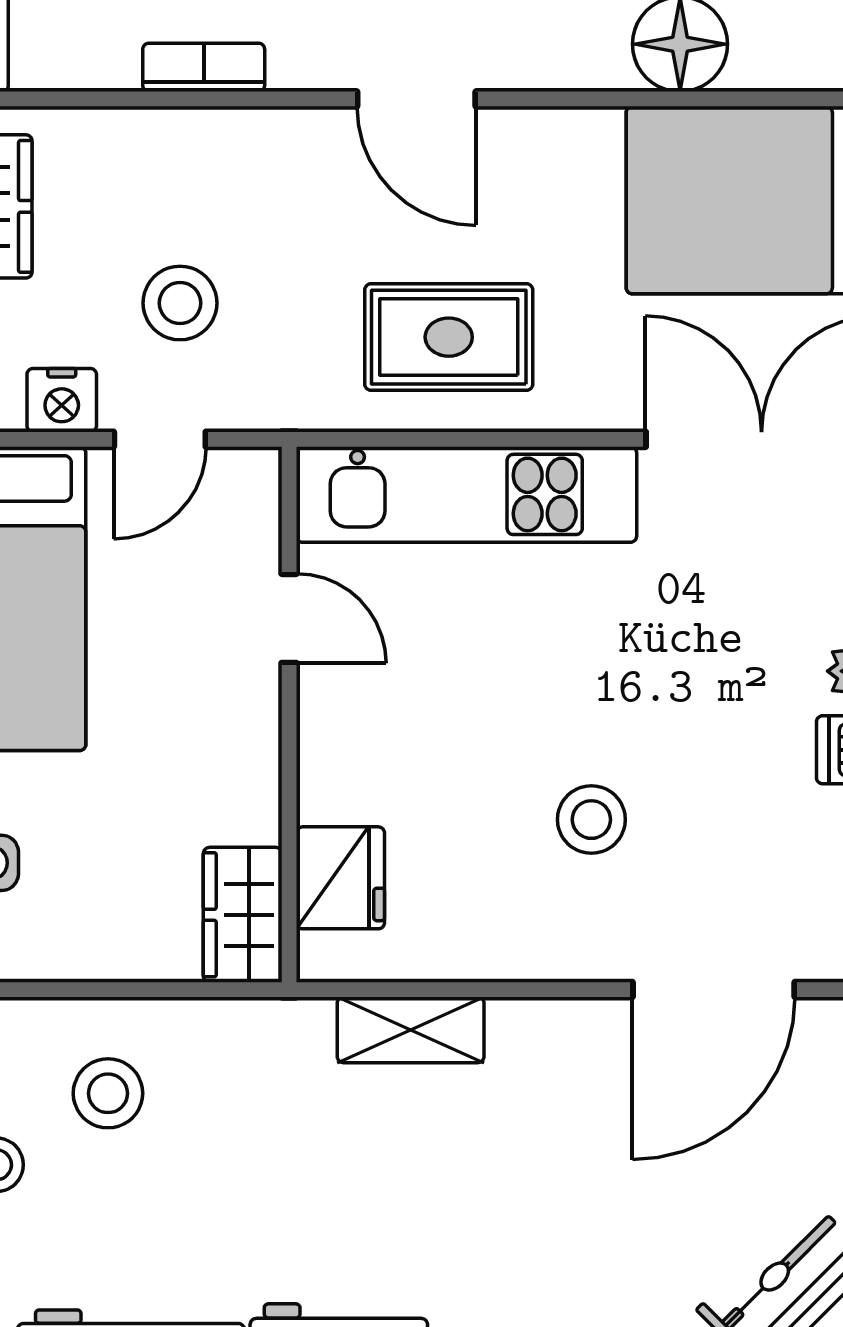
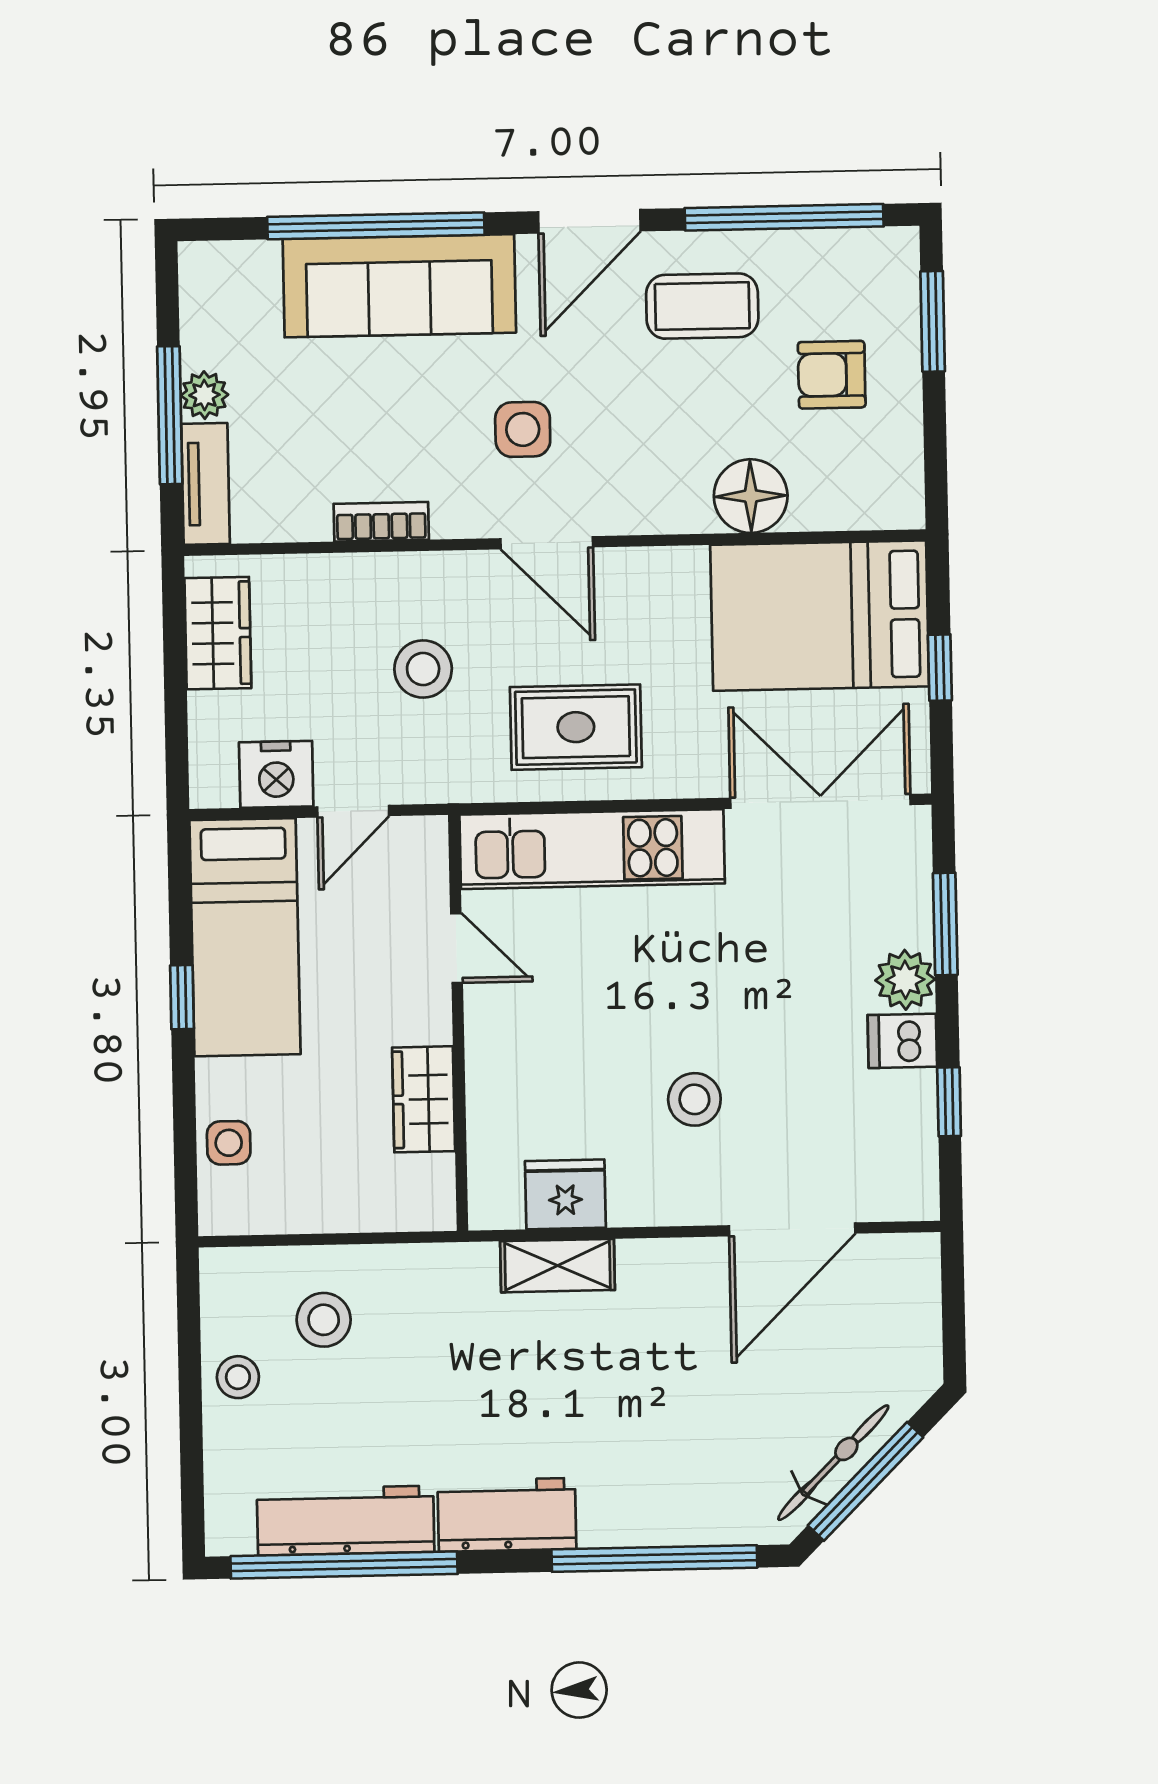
stool: (180, 303) -> (423, 669), moved
nightstand: (62, 400) -> (276, 774), width x1.36, depth x1.33
fridge: (340, 878) -> (565, 1194), moved, turned -90
wardrobe: (243, 915) -> (424, 1099), moved

